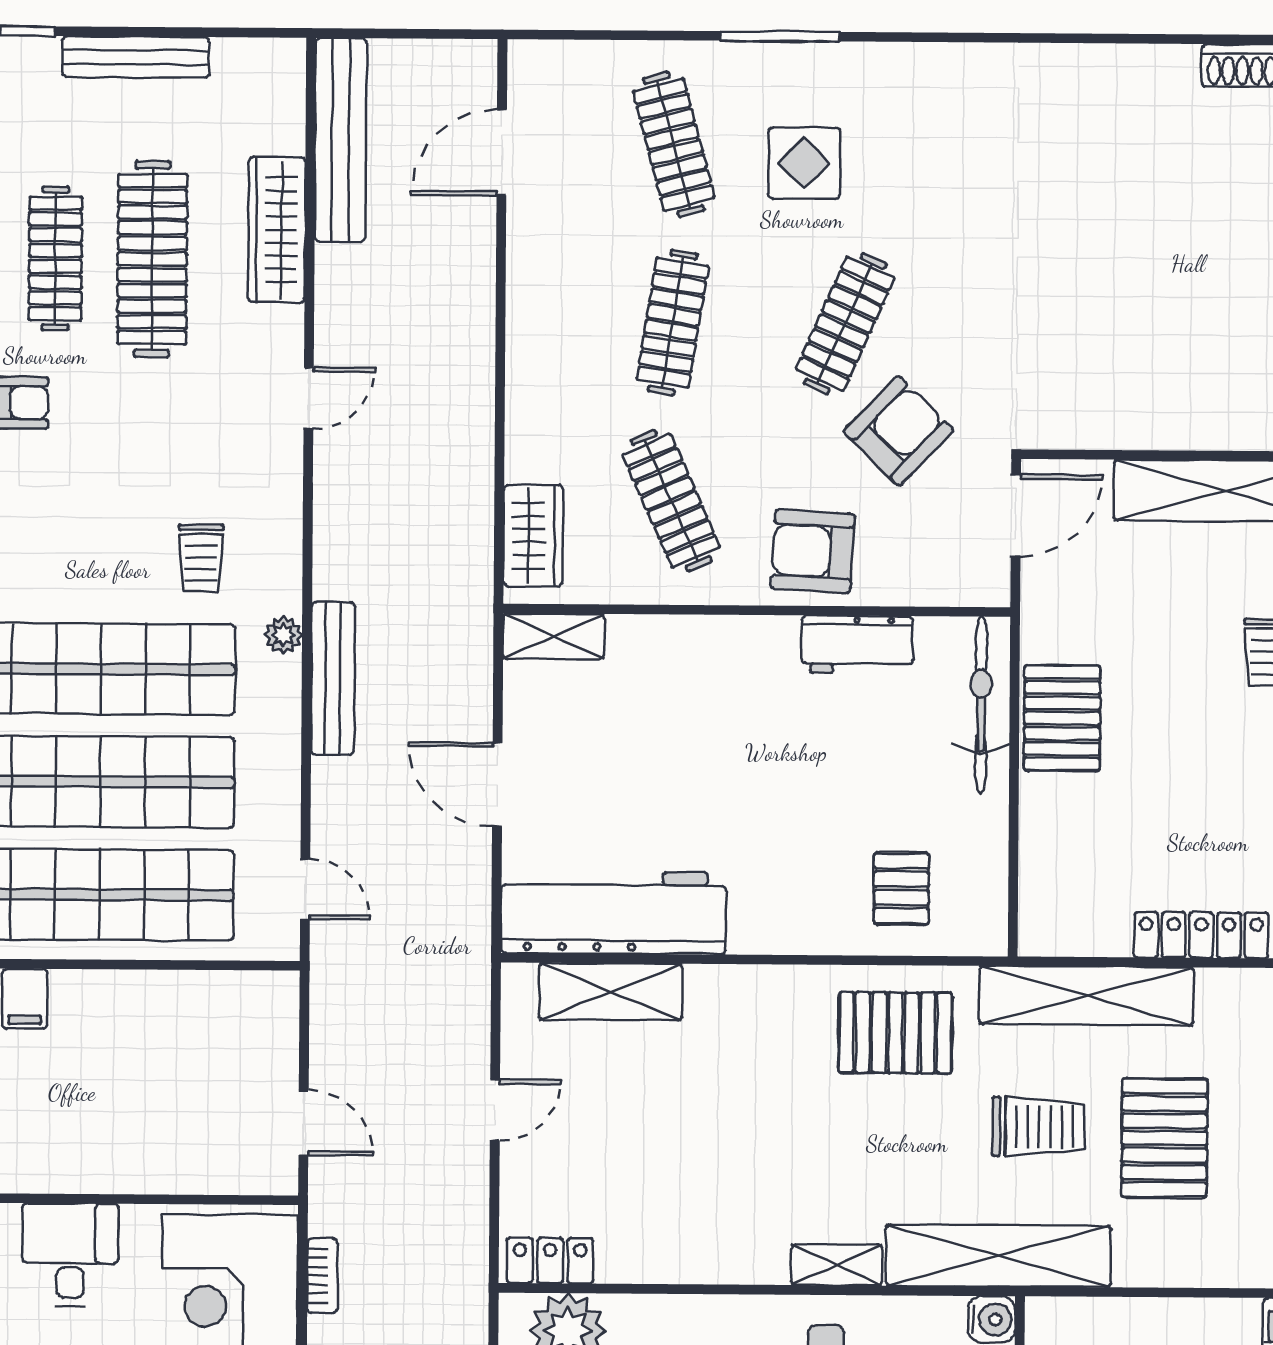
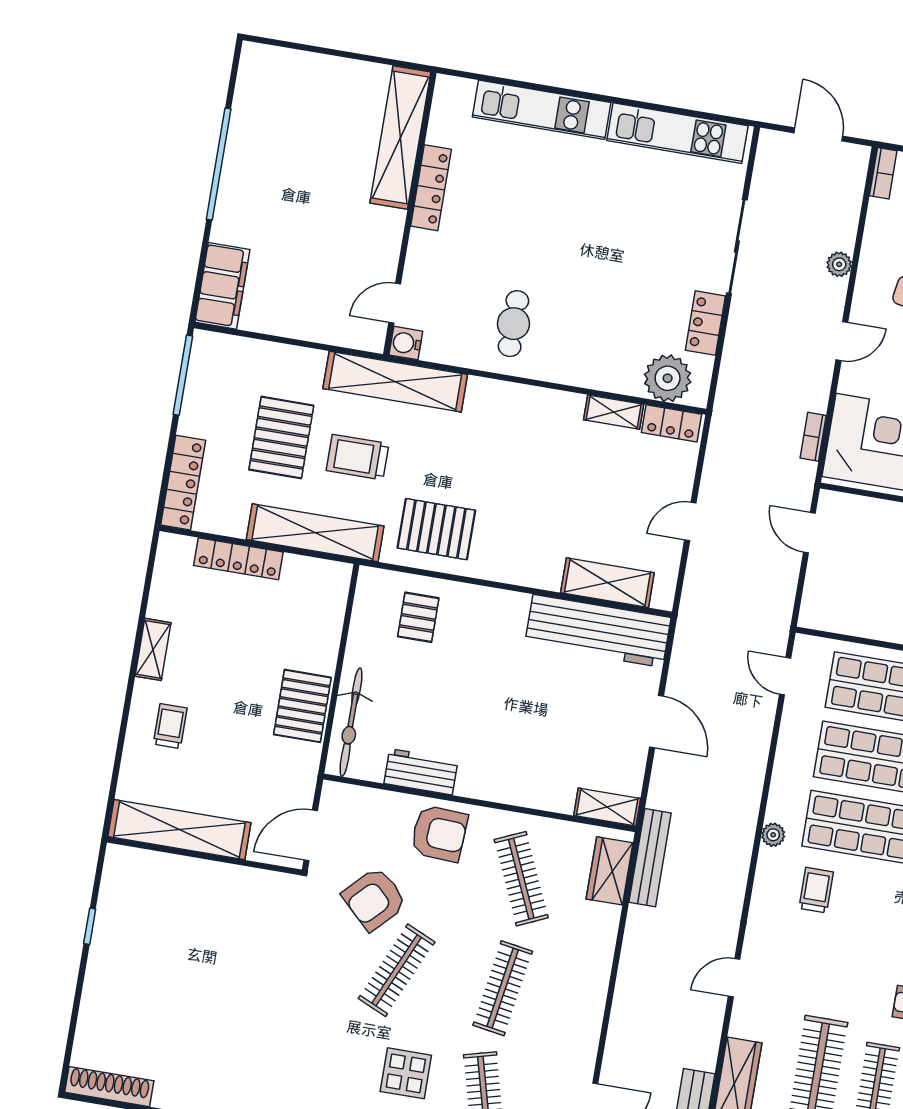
bench: (333, 678) -> (650, 858), moved
shelving: (837, 1265) -> (614, 412), moved

